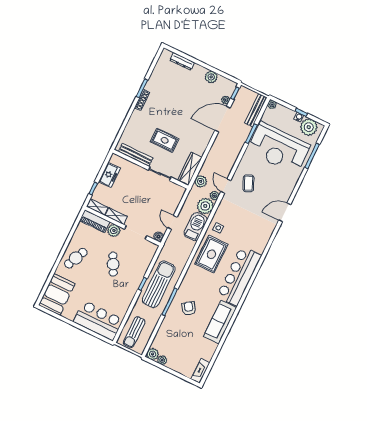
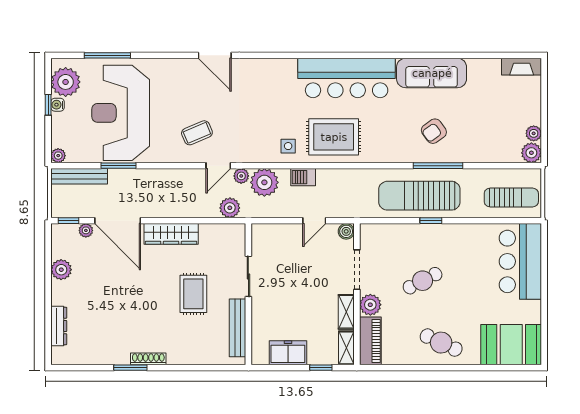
reception desk: (278, 148) -> (121, 113), turned 180
wardrobe: (190, 169) -> (171, 234), moved
barbecue: (196, 227) -> (303, 177), width x0.53, depth x0.65

